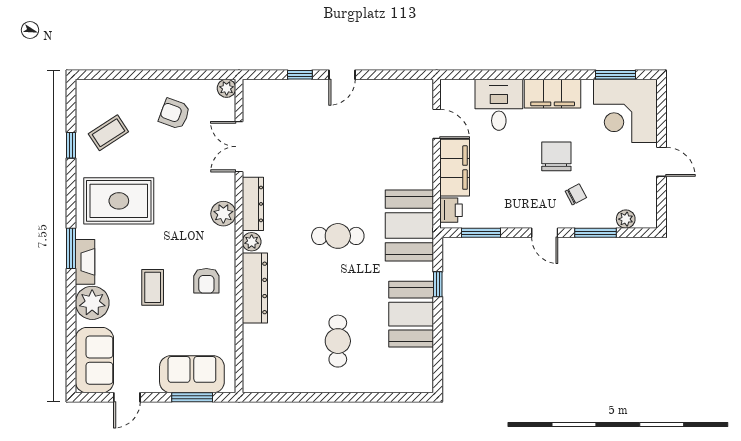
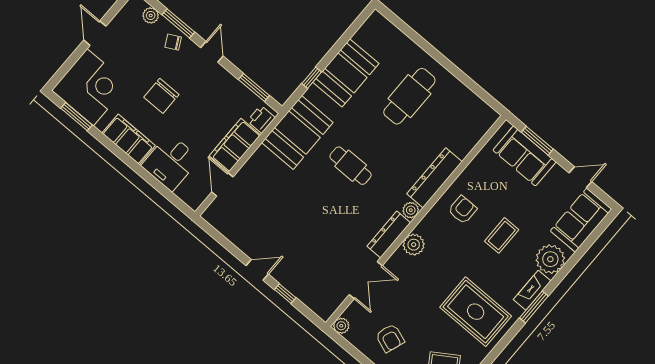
chair: (576, 194) -> (173, 42), moved
cafe table: (338, 341) -> (409, 96), width x1.37, depth x1.35

